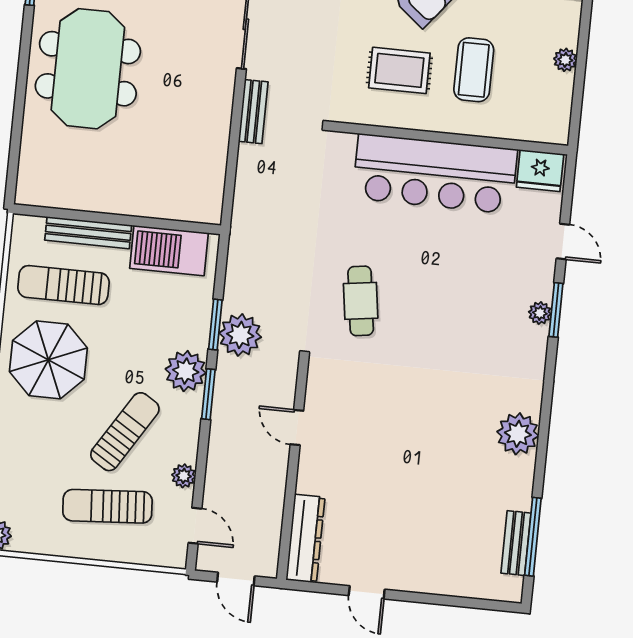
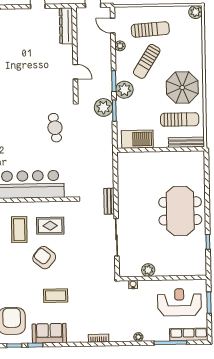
bench: (88, 233) -> (186, 142), moved

